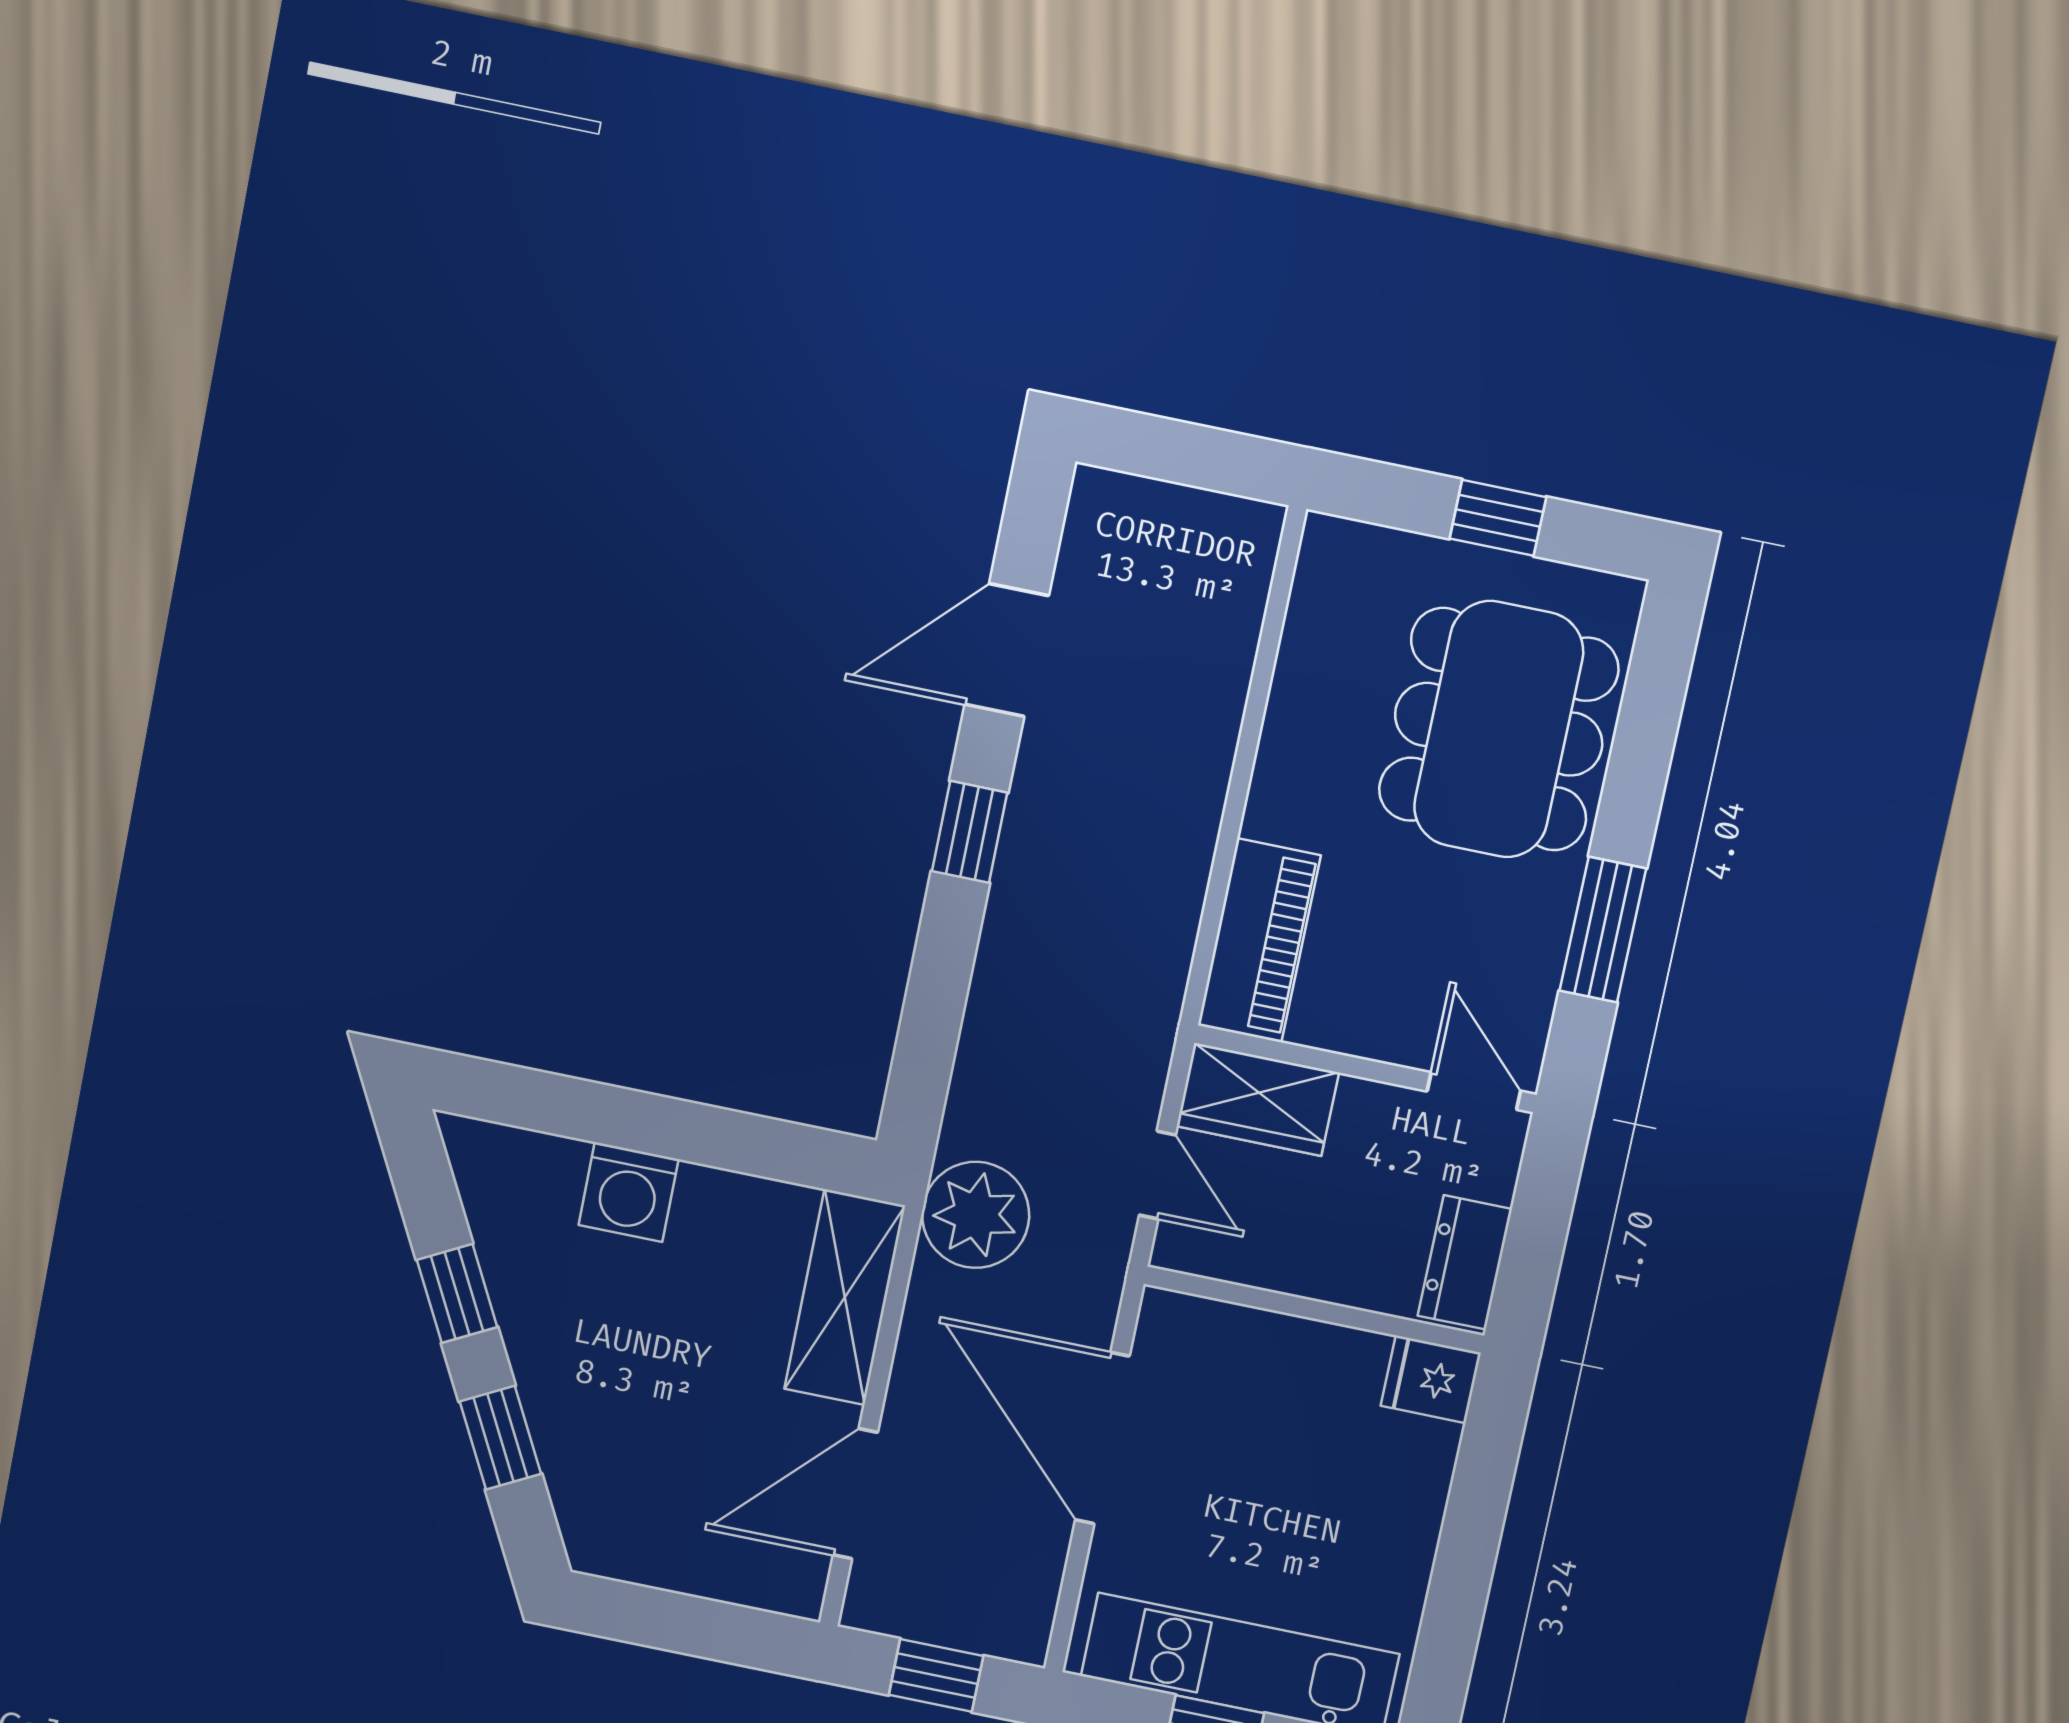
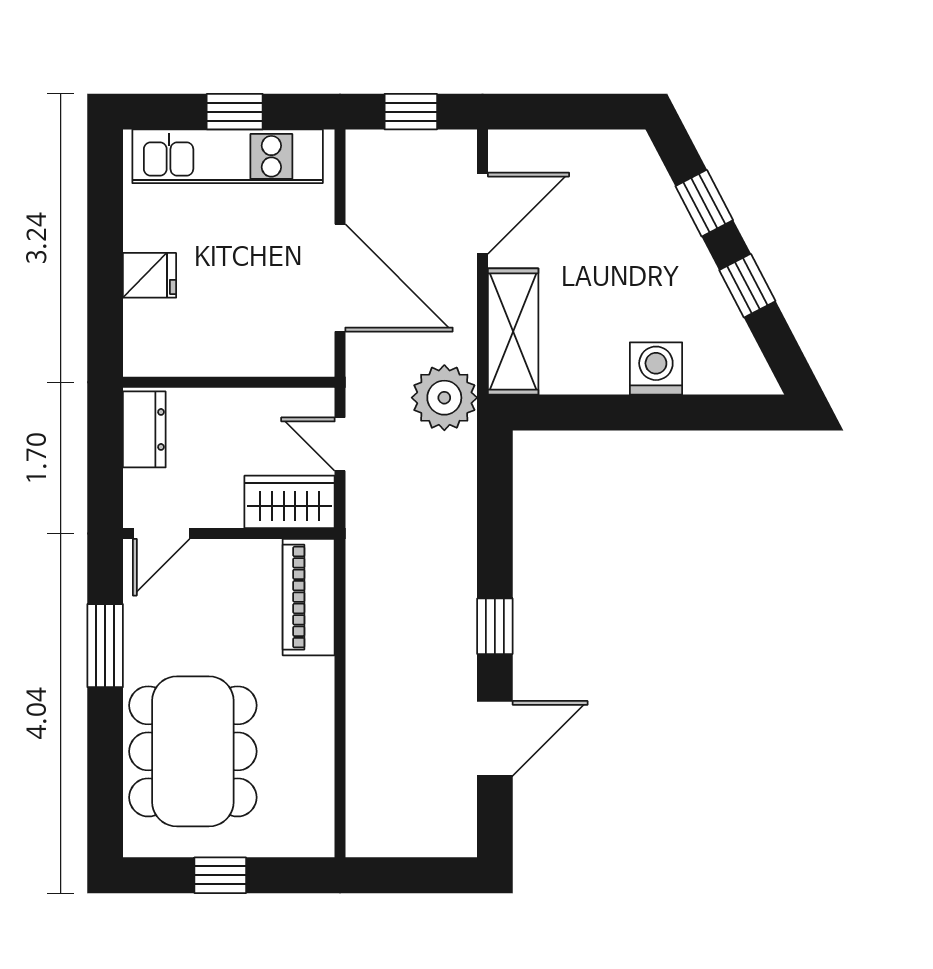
door: (1474, 1091) -> (161, 534), hinge flipped
fridge: (1431, 1379) -> (150, 275), moved

